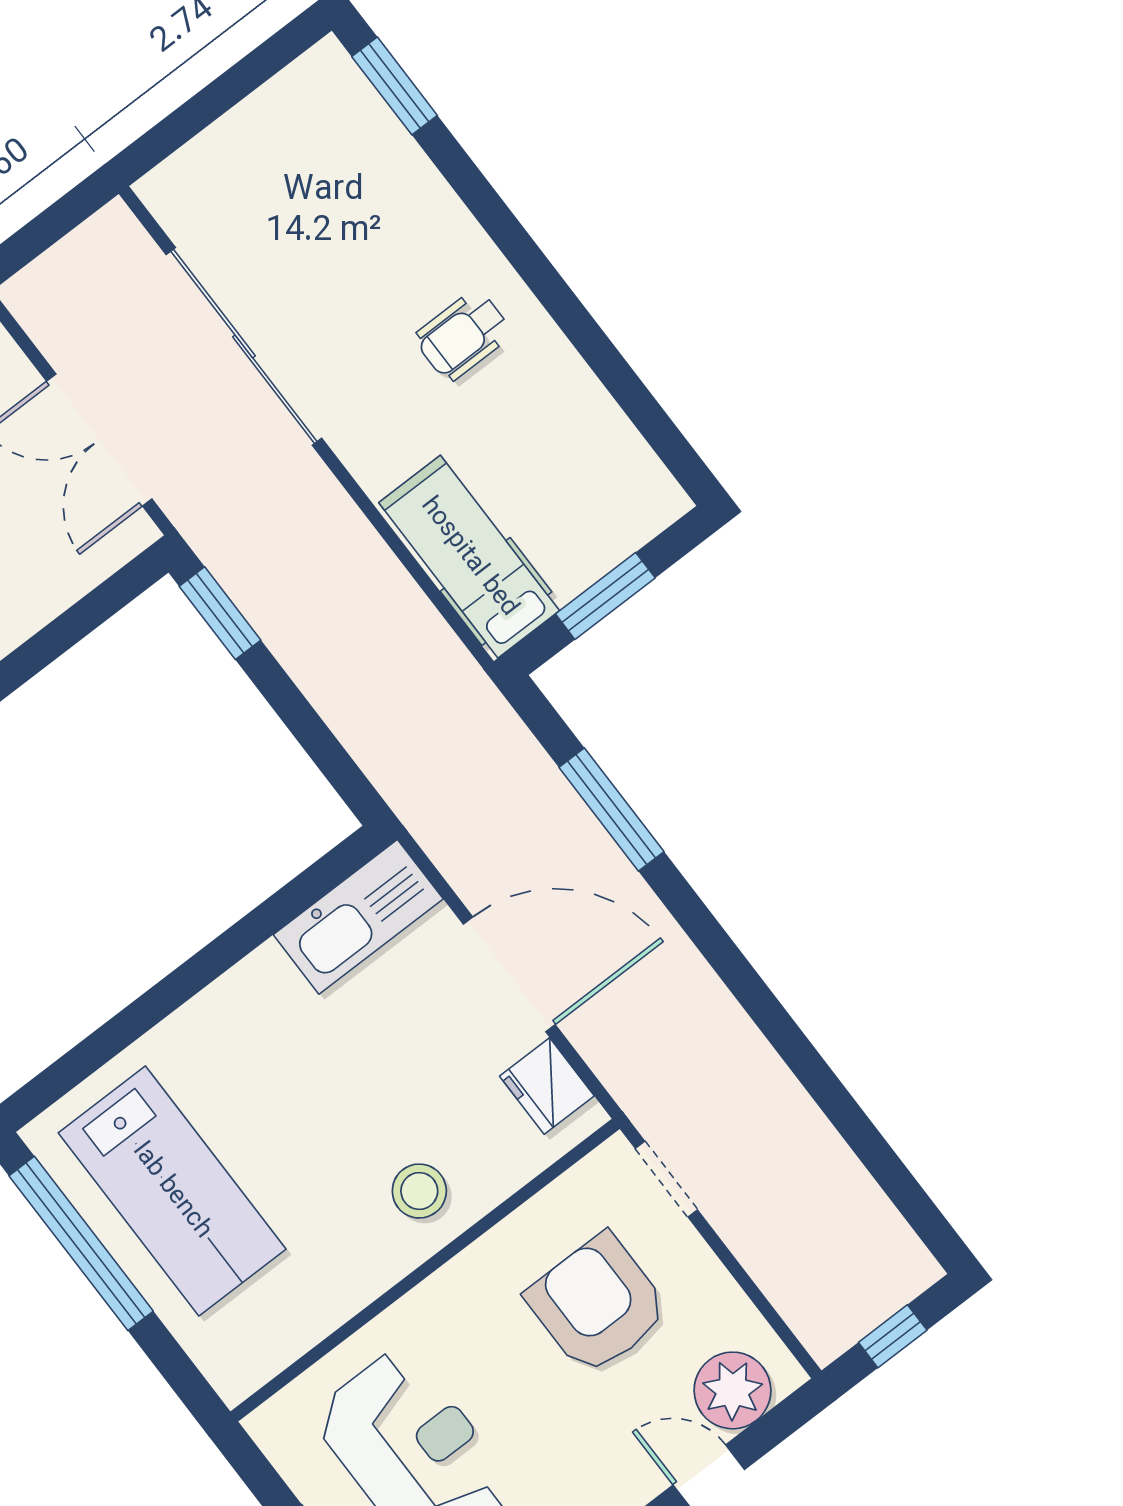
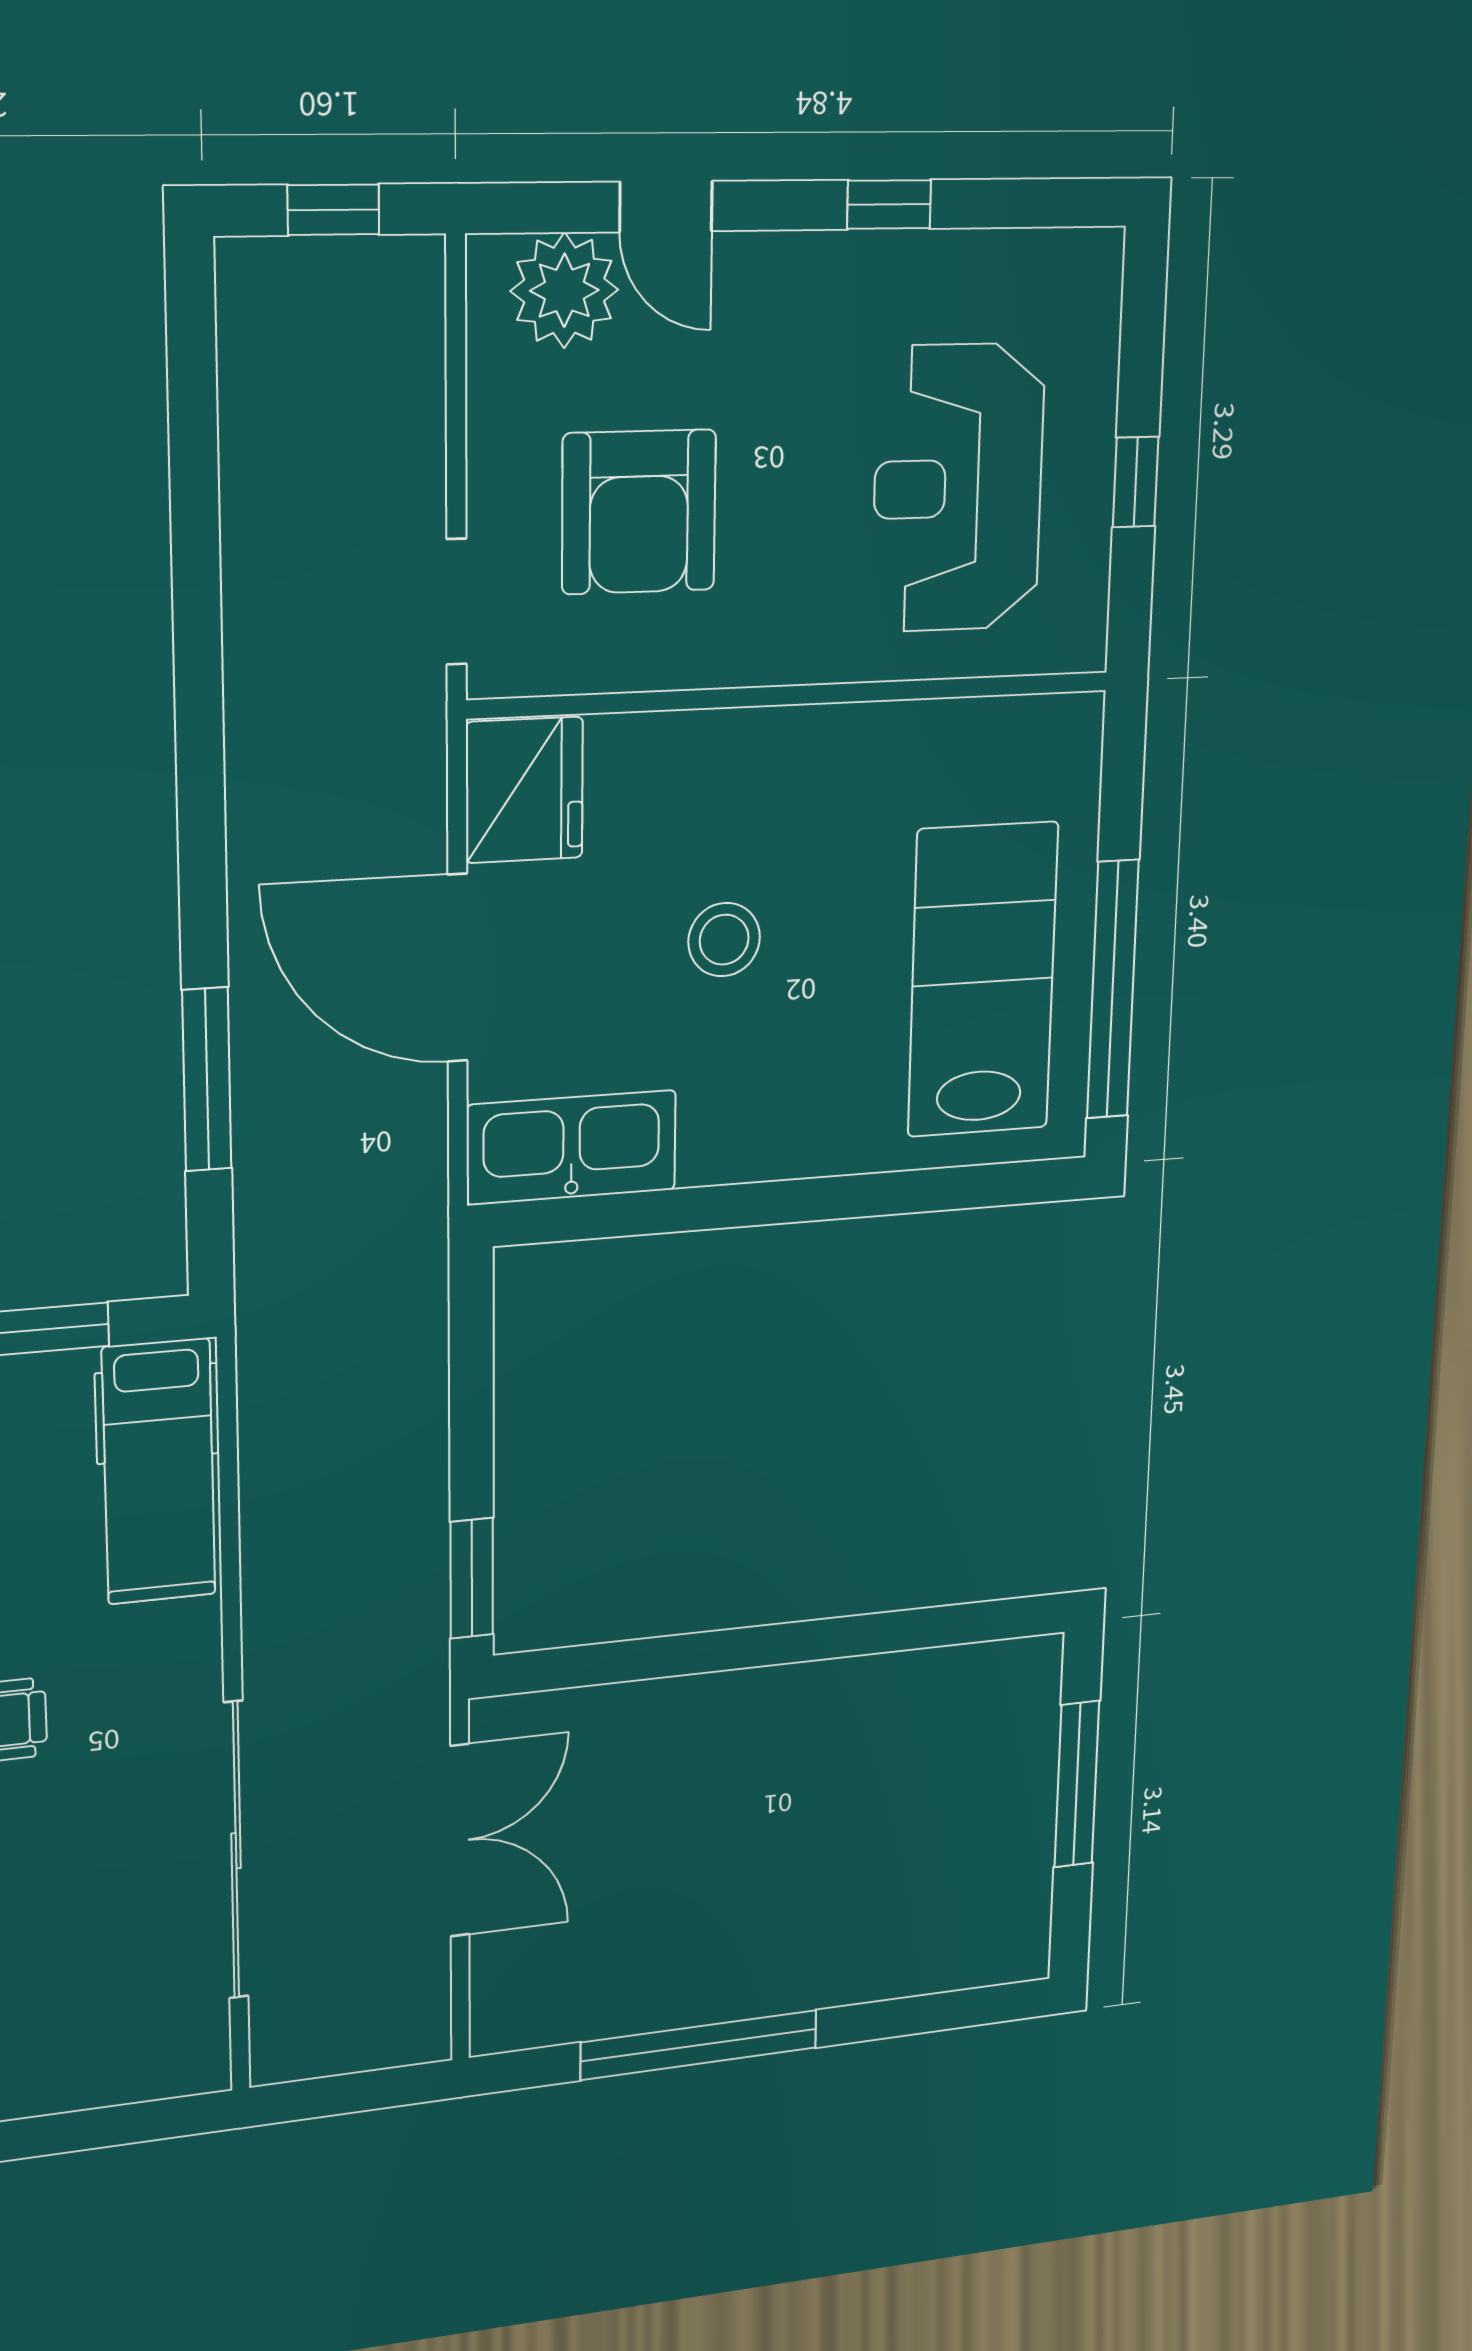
fridge: (547, 1086) -> (524, 790), width x1.36, depth x1.34
stool: (419, 1191) -> (724, 940), moved

